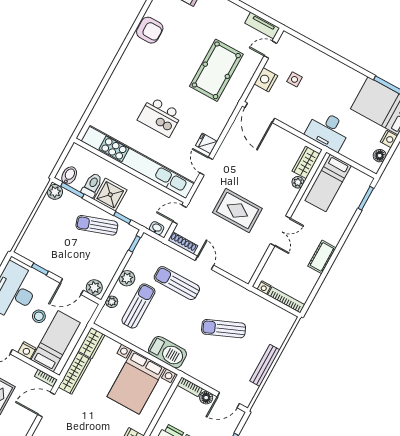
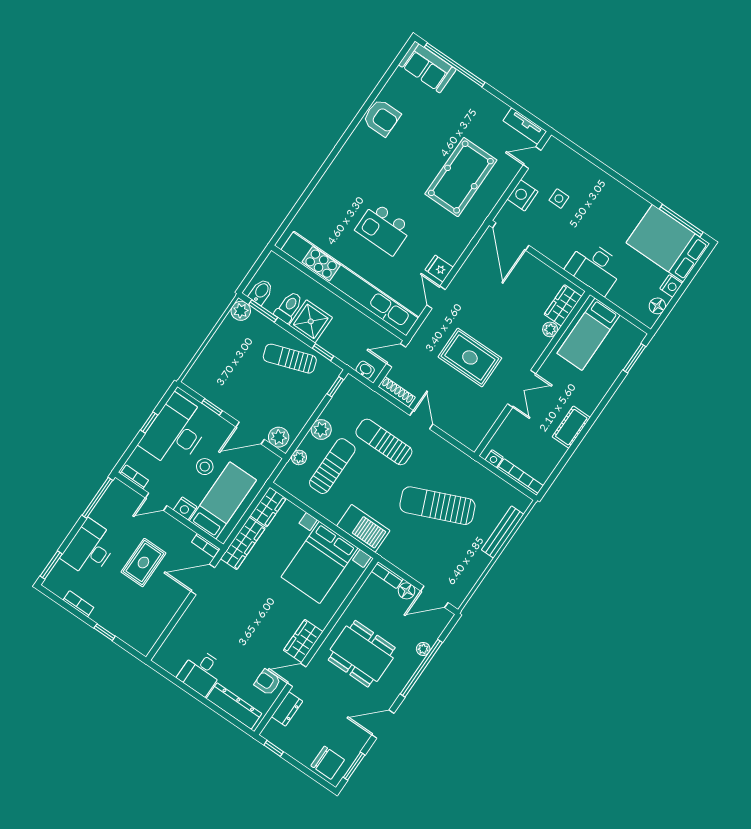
sun lounger: (224, 329) -> (437, 506), width x1.36, depth x1.34
bench: (265, 365) -> (503, 532), moved

